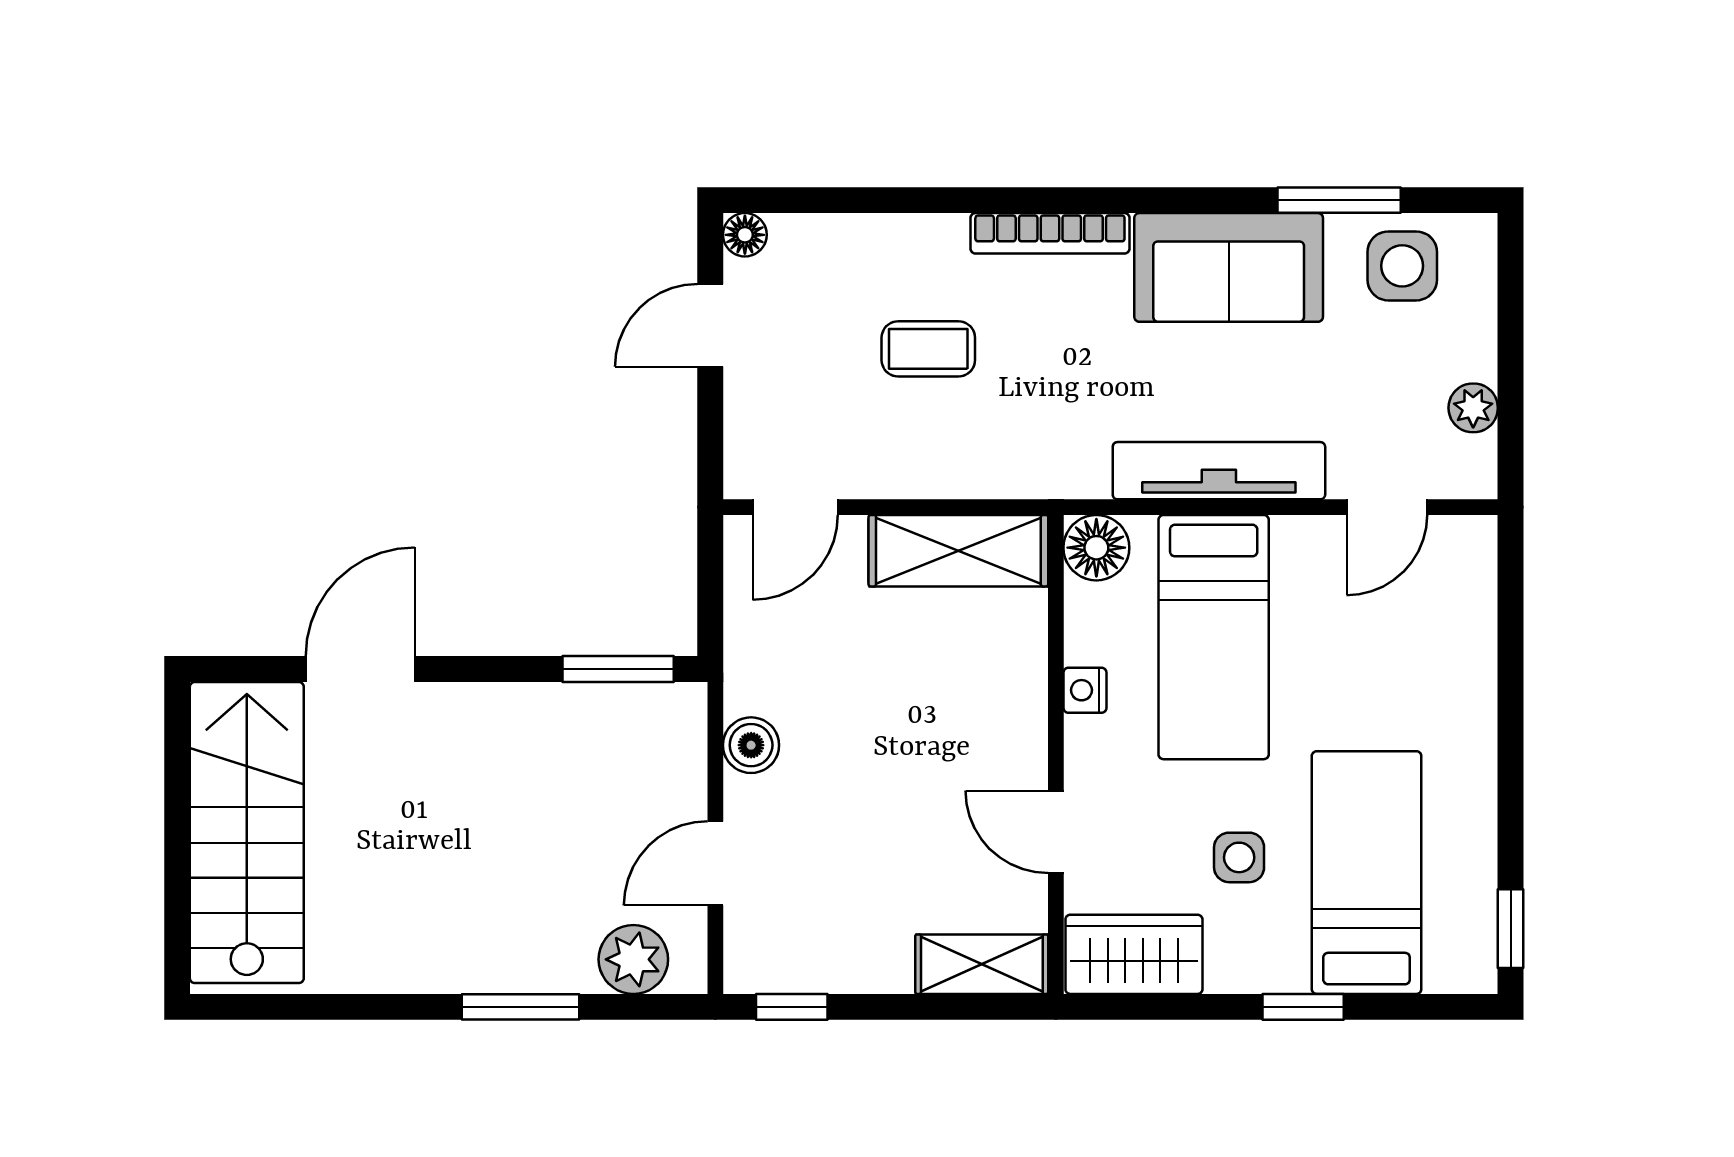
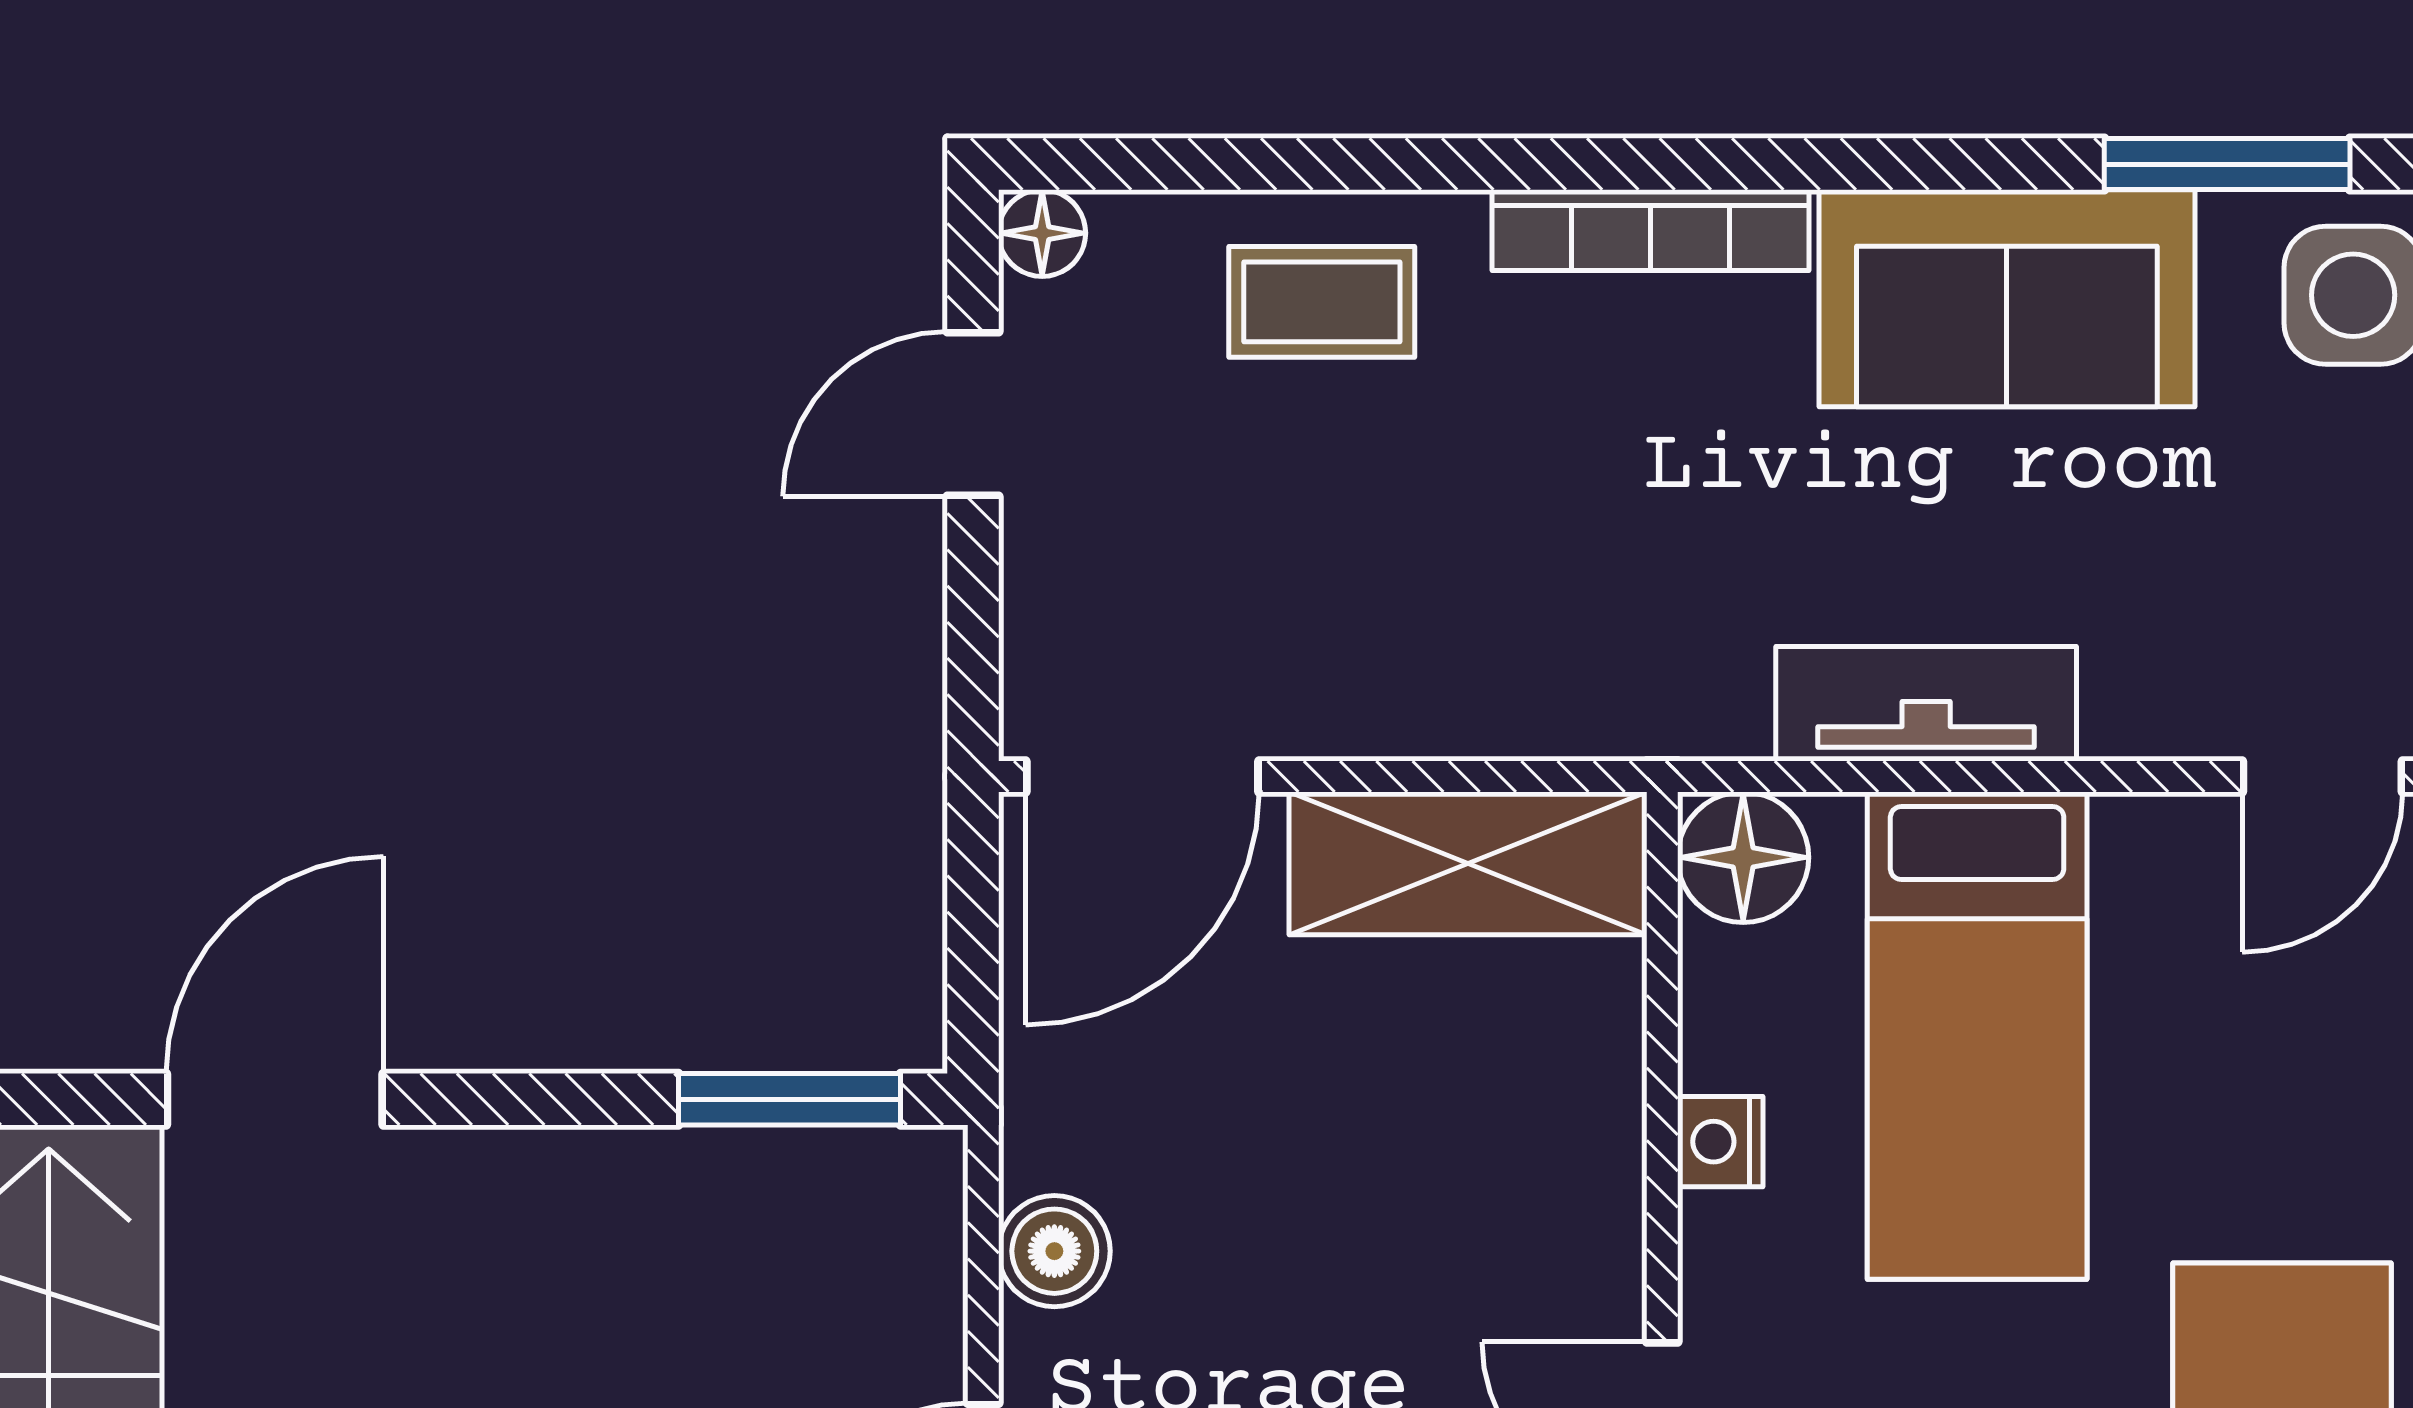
coffee table: (928, 349) -> (1322, 302), moved
tv unit: (1219, 471) -> (1926, 704), width x0.71
door: (795, 507) -> (1142, 776), width x1.38

